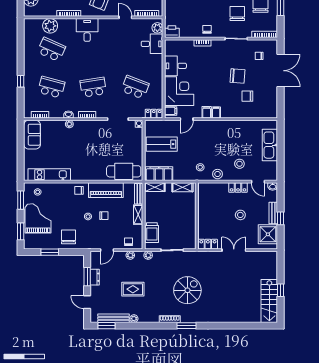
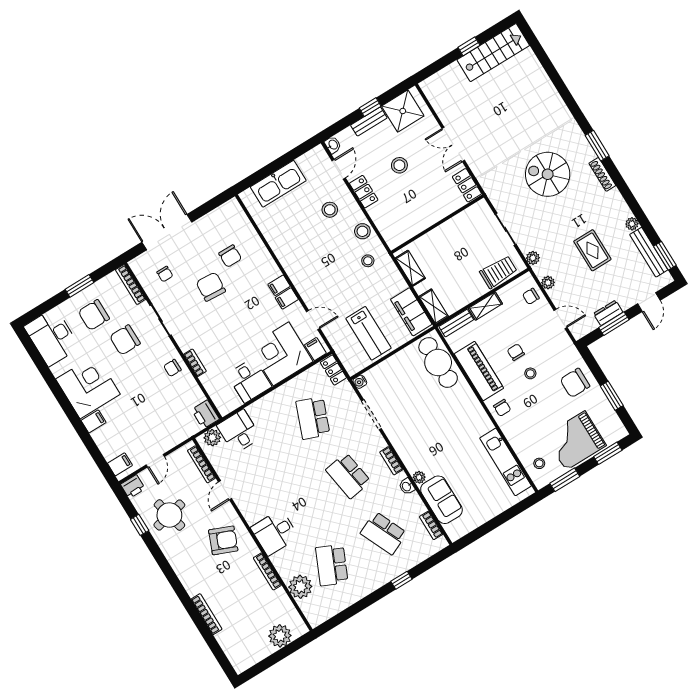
school desk: (51, 87) -> (384, 533), turned -39
sofa: (32, 135) -> (441, 500), moved, turned 90

